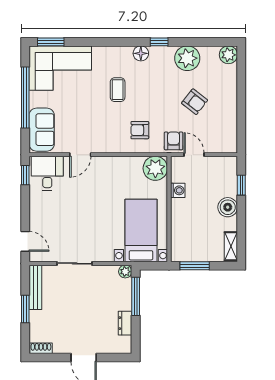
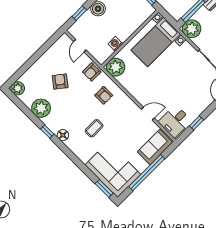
door: (194, 155) -> (80, 46), moved
window: (25, 175) -> (197, 123), moved
plant: (125, 272) -> (192, 29), width x1.87, depth x1.87

